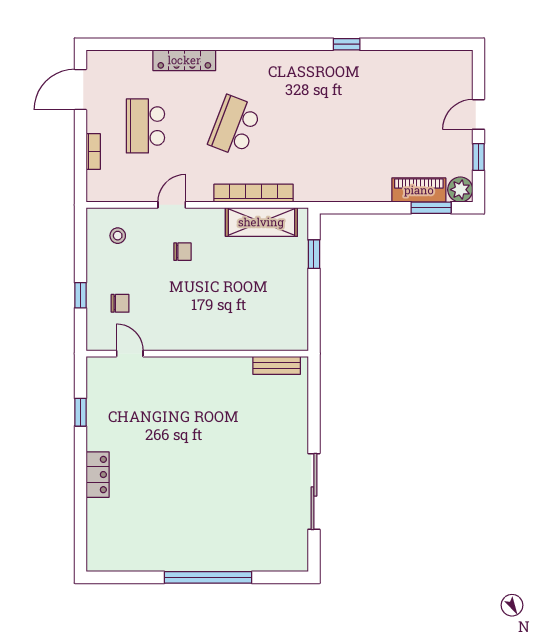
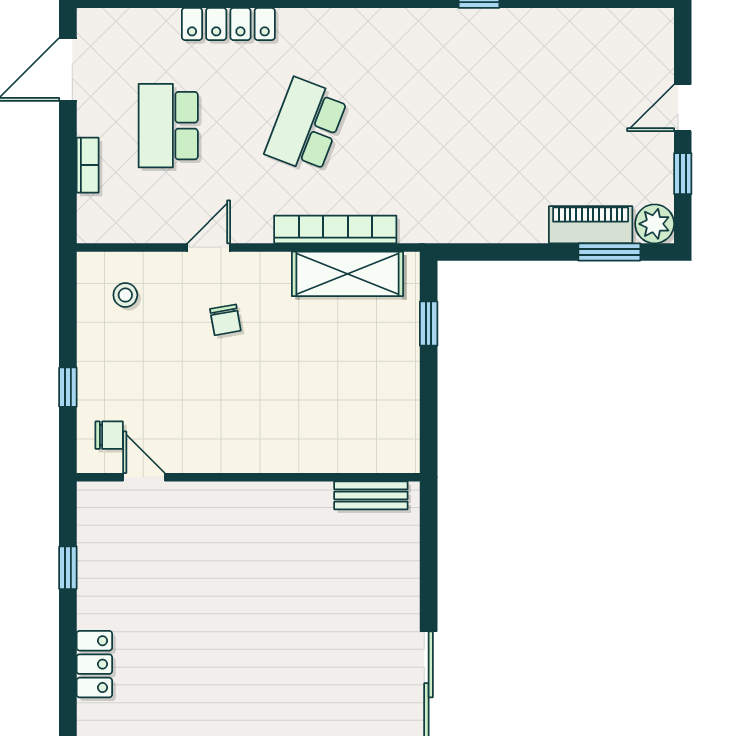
chair: (182, 252) -> (225, 320), turned 80
chair: (120, 303) -> (109, 435), moved

